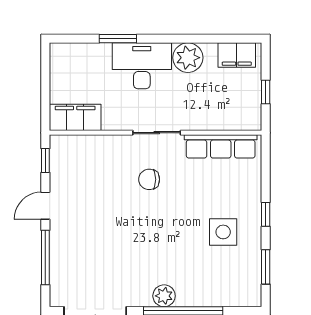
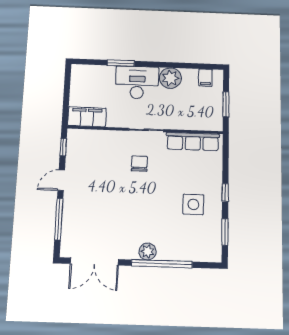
filing cabinet: (237, 55) -> (206, 78), width x0.50
window: (266, 92) -> (226, 104), width x1.50
chair: (149, 179) -> (139, 164), turned 90

